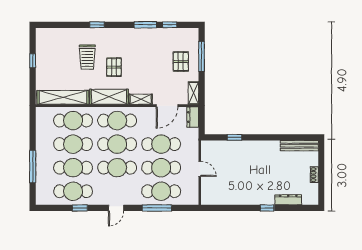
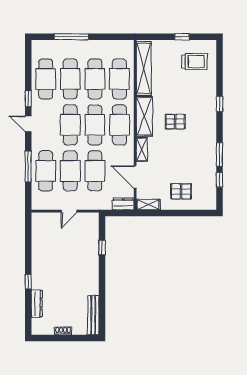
window: (202, 56) -> (186, 213), removed
trolley: (87, 57) -> (194, 62), moved, turned 180
window: (80, 208) -> (28, 99), moved

